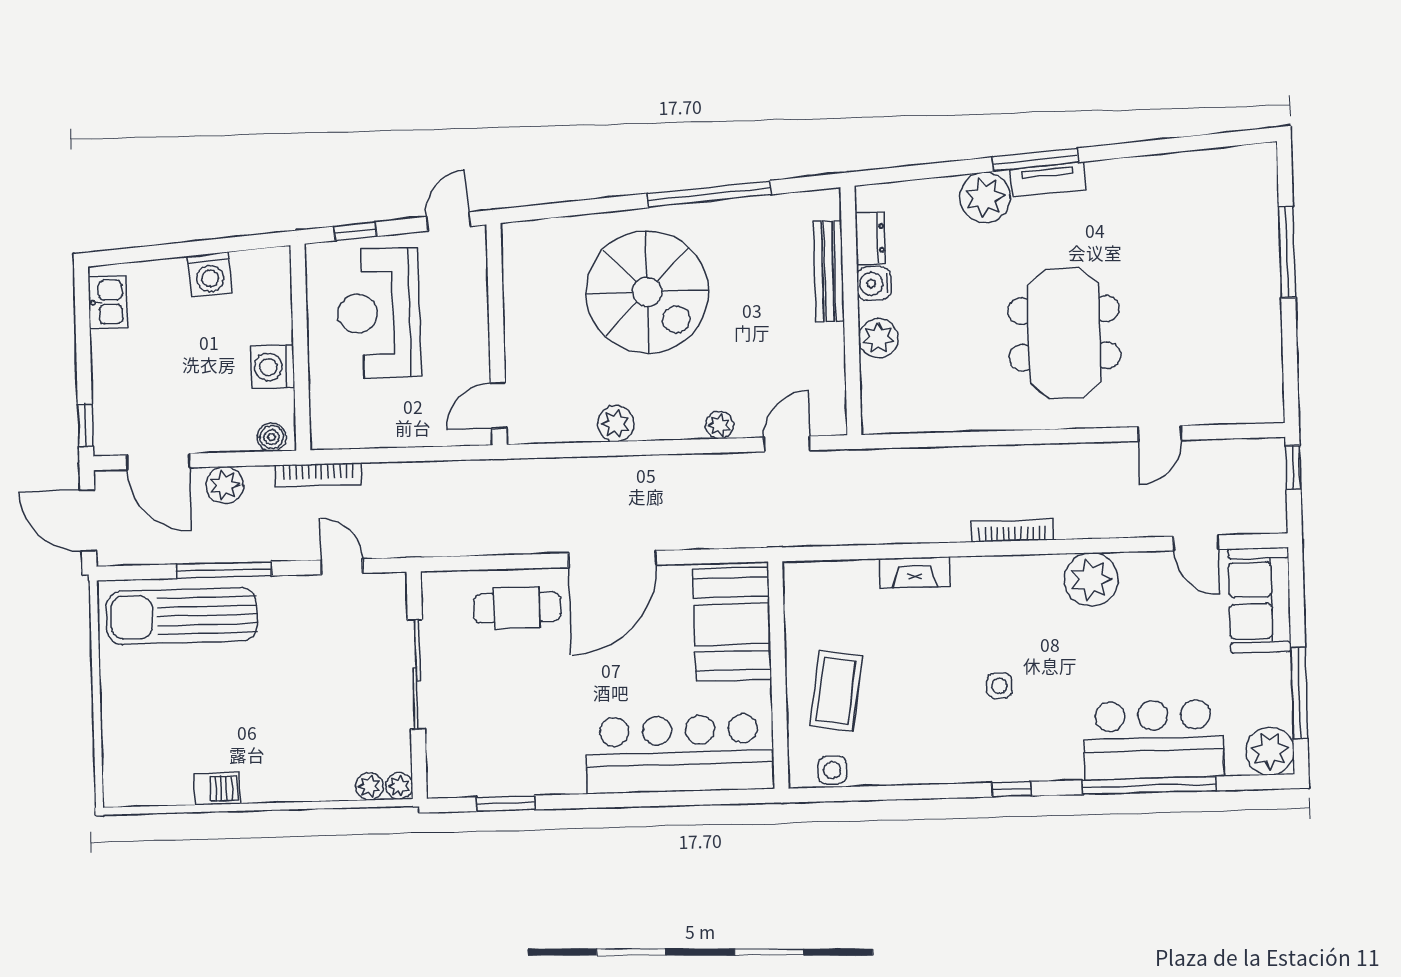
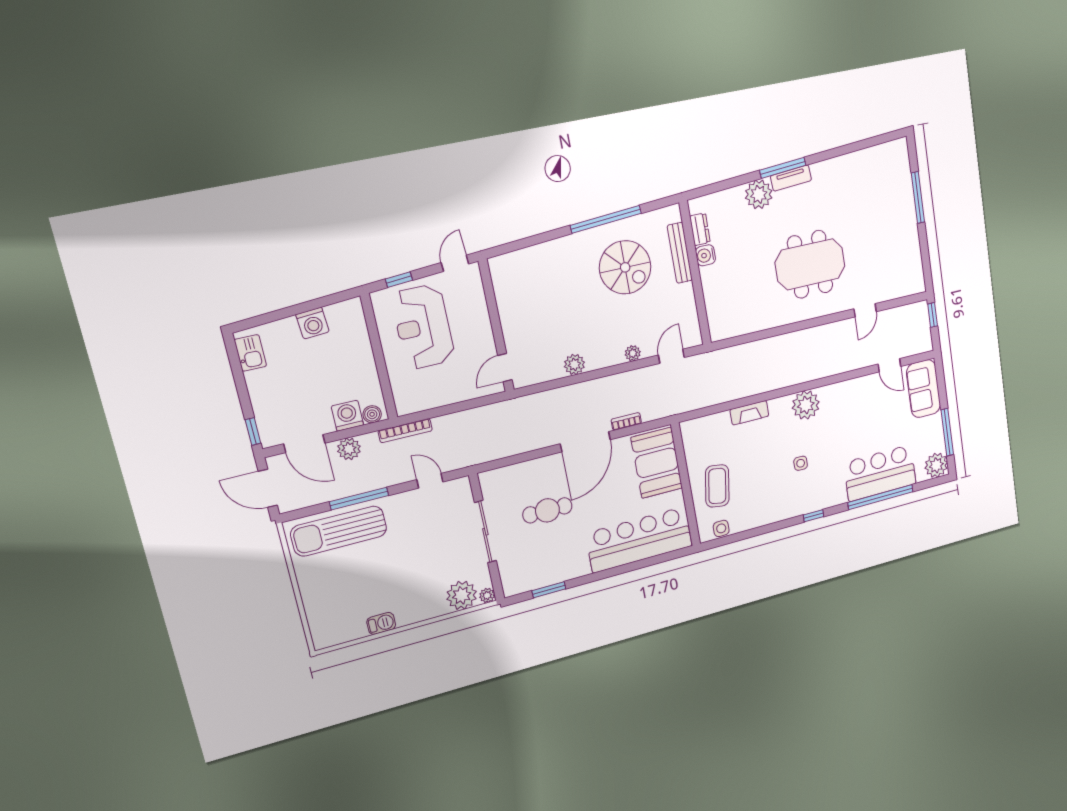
spiral stairs: (647, 292) -> (625, 267), moved, width x0.73, depth x0.73
meeting table: (1064, 333) -> (810, 264), turned 90
plant: (878, 338) -> (712, 286), removed
washing machine: (273, 367) -> (347, 416), moved, turned 90
bookcase: (1012, 531) -> (626, 421), moved, width x0.64
plant: (1091, 579) -> (806, 405), moved
cafe table: (517, 608) -> (547, 510), moved
plant: (369, 786) -> (462, 595), width x1.87, depth x1.87

